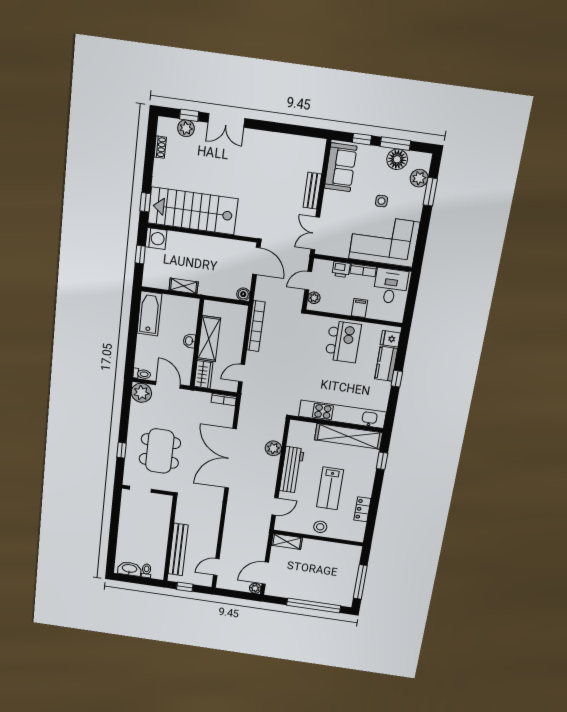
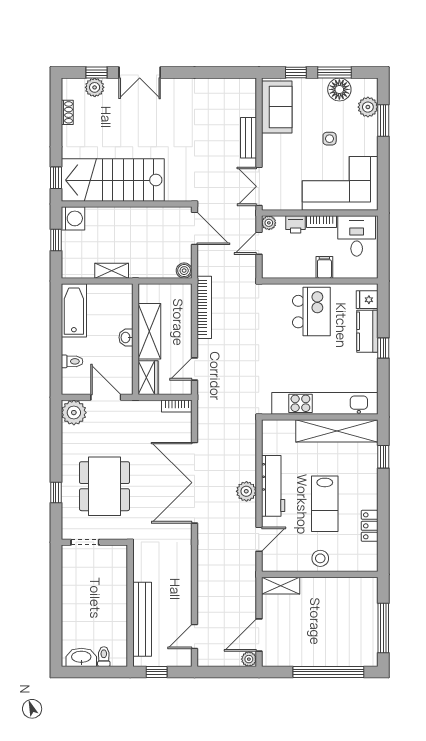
plant: (314, 298) -> (269, 223), moved
toilet: (142, 374) -> (72, 361), moved
plant: (273, 448) -> (246, 491), moved

